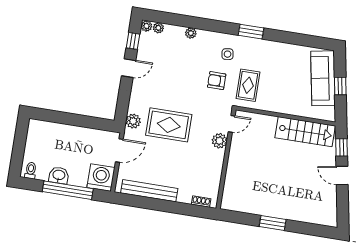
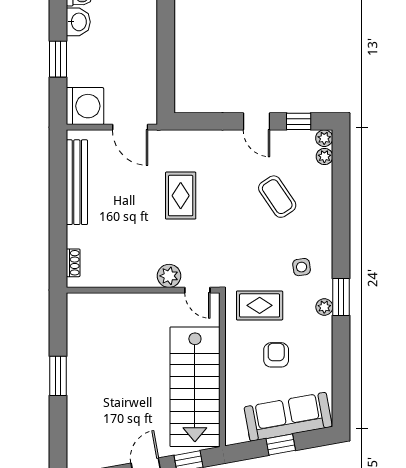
plant: (191, 33) -> (324, 307), moved
coffee table: (179, 63) -> (277, 197), added
armchair: (217, 81) -> (276, 355), moved
plant: (133, 121) -> (178, 141), removed
rug: (169, 125) -> (181, 196), width x0.73, depth x0.70
stairs: (305, 132) -> (195, 387), width x1.36, depth x1.51
washbasin: (59, 175) -> (78, 22), moved
window: (68, 190) -> (58, 59), width x0.47

